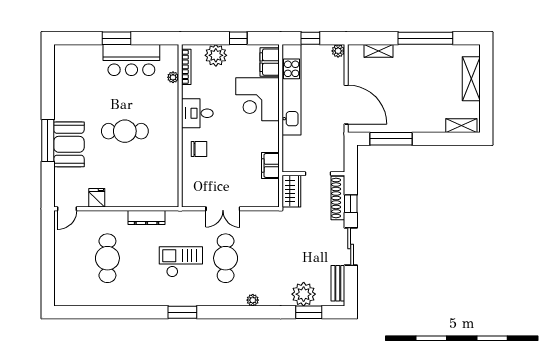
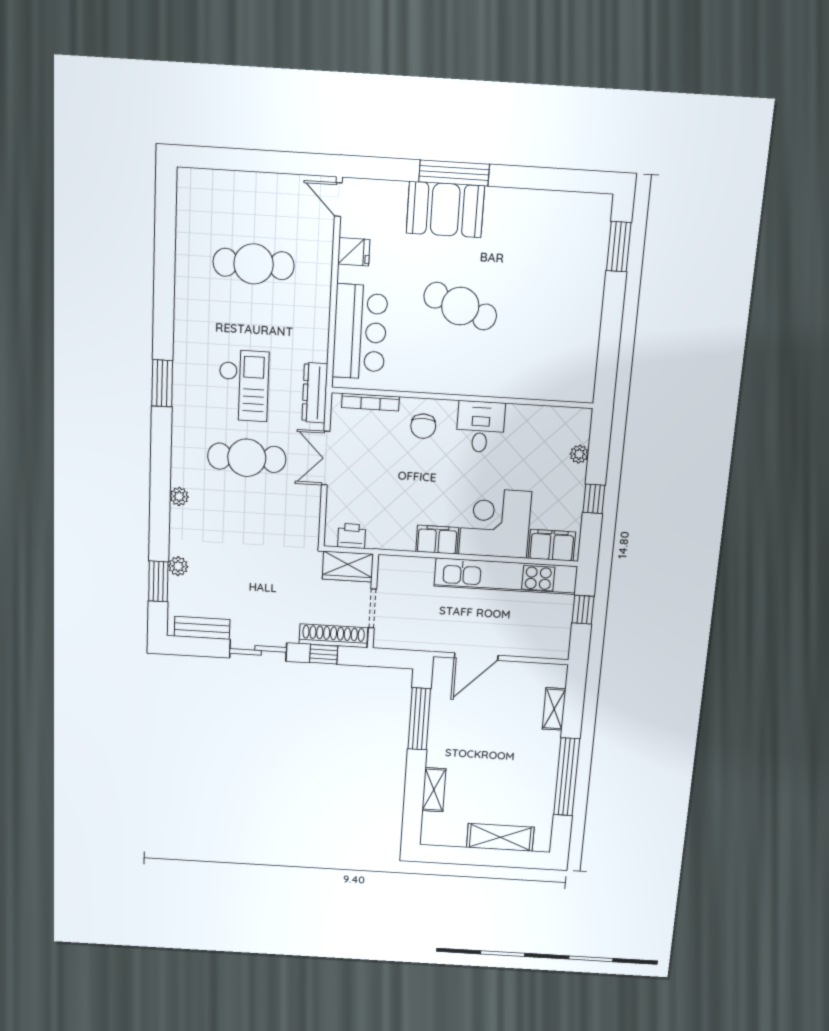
window: (116, 38) -> (619, 247), moved
plant: (338, 51) -> (560, 650), removed
plant: (216, 55) -> (579, 454), width x0.53, depth x0.53
bar counter: (131, 60) -> (360, 332), moved, turned 180
bookcase: (186, 67) -> (370, 402), moved
plant: (173, 77) -> (541, 391), removed
door: (346, 105) -> (476, 657), width x0.73
shelving: (461, 126) -> (434, 790), moved
cafe table: (125, 131) -> (460, 306), turned -70
filing cabinet: (270, 165) -> (437, 540), moved
printer: (271, 190) -> (352, 536), added
dresser: (147, 217) -> (315, 393), moved
plant: (304, 294) -> (178, 566), width x0.53, depth x0.53

